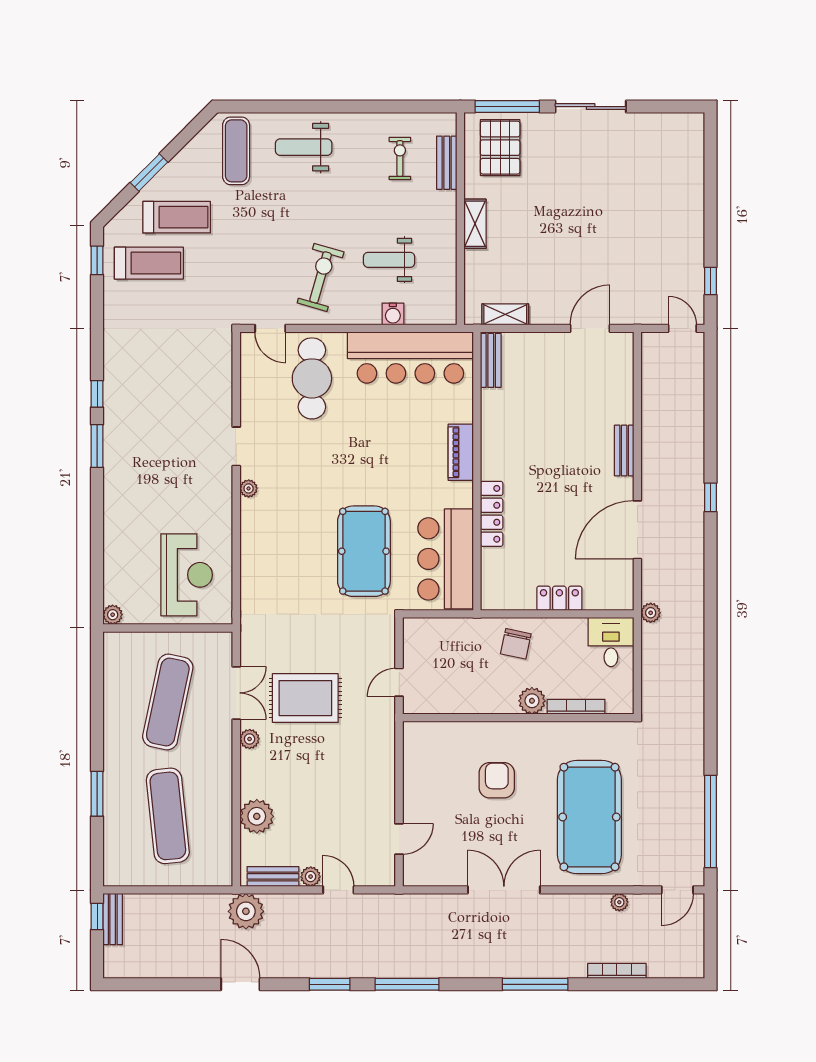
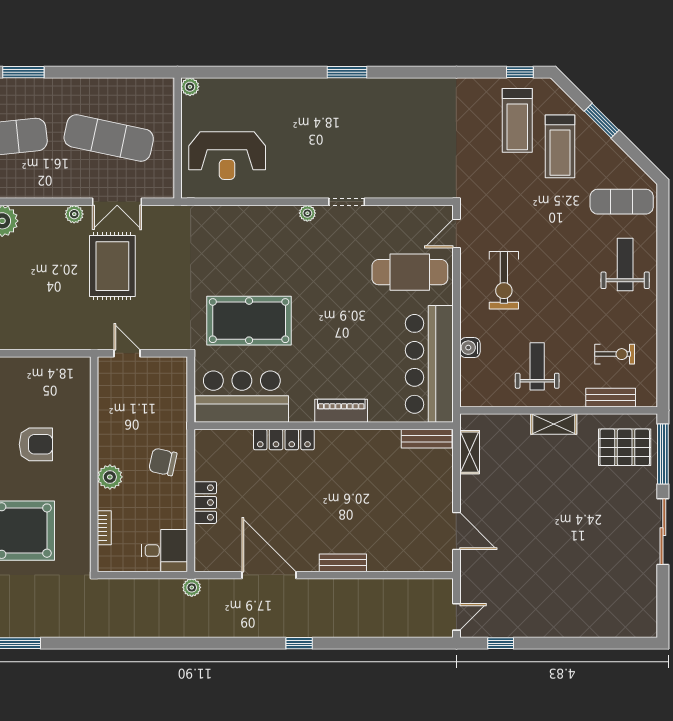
weight bench: (389, 260) -> (537, 366), moved
exercise bike: (321, 277) -> (504, 280), turned 74
window: (97, 394) -> (395, 72), removed
bookcase: (576, 707) -> (104, 528), width x0.64

